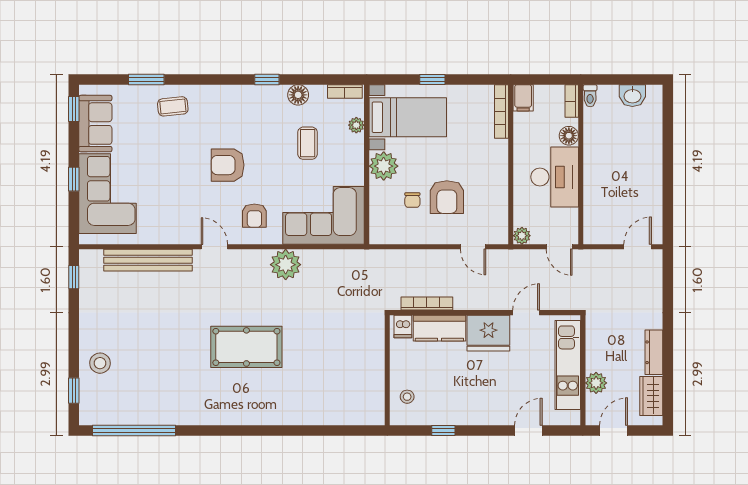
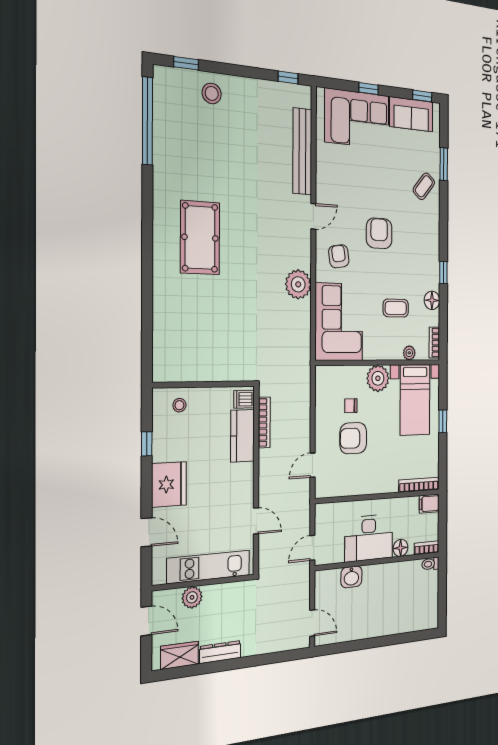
washbasin: (632, 96) -> (351, 577), moved, turned -90
coffee table: (173, 106) -> (424, 186), turned 46
armchair: (254, 216) -> (339, 256), turned 81
plant: (522, 236) -> (322, 511), removed
fridge: (488, 333) -> (169, 484), moved, turned 180
pool table: (246, 347) -> (200, 238), moved

